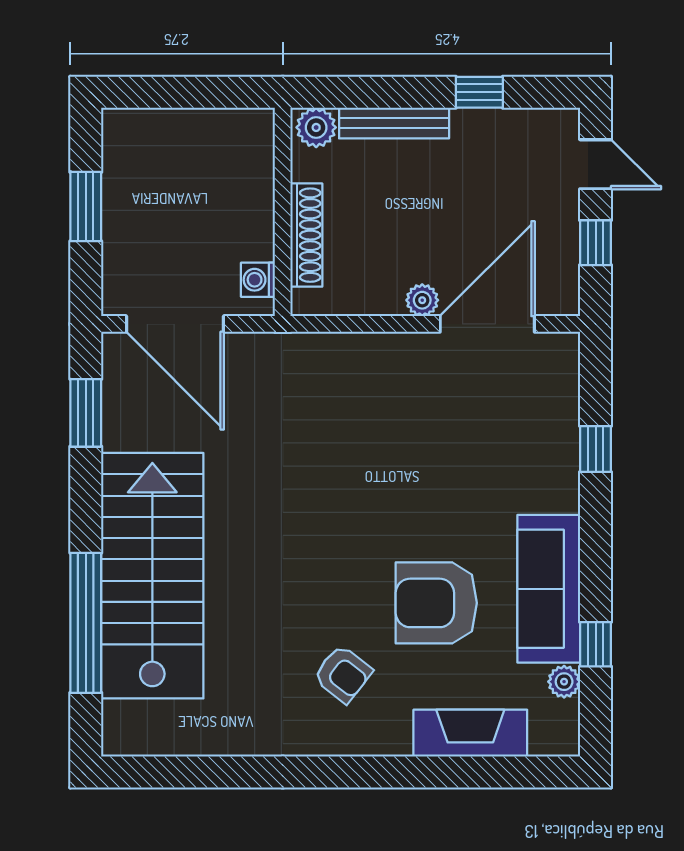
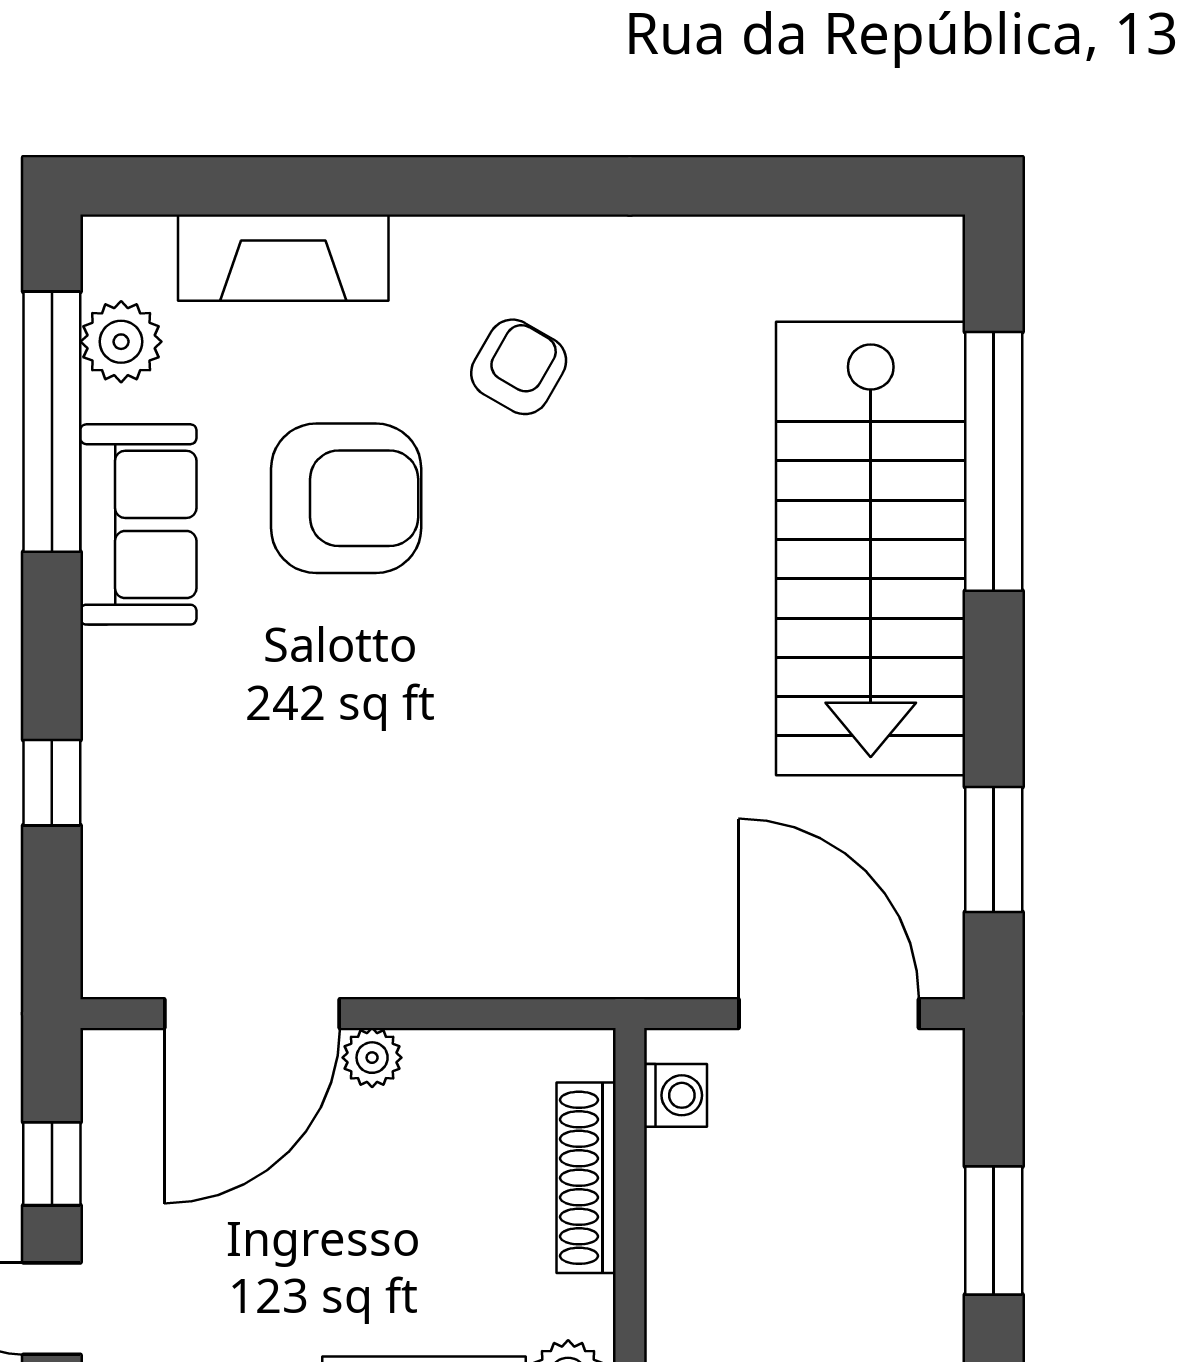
sofa: (549, 589) -> (138, 524), width x0.73
window: (596, 644) -> (52, 422), width x3.17
armchair: (343, 674) -> (519, 367), turned 82
plant: (564, 682) -> (121, 342), width x1.38, depth x1.38

